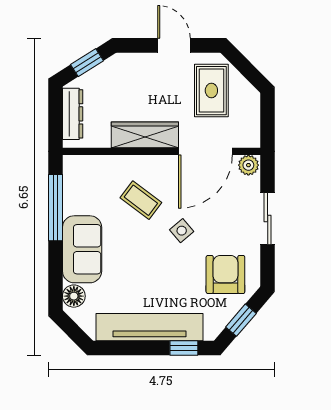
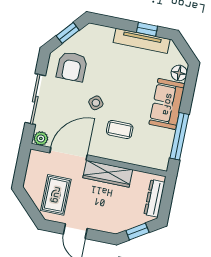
coffee table: (141, 200) -> (120, 129), turned -37
sliding door: (268, 219) -> (35, 99), width x1.37
tv unit: (150, 327) -> (142, 41), width x0.73, depth x0.78
window: (184, 348) -> (147, 29), moved

